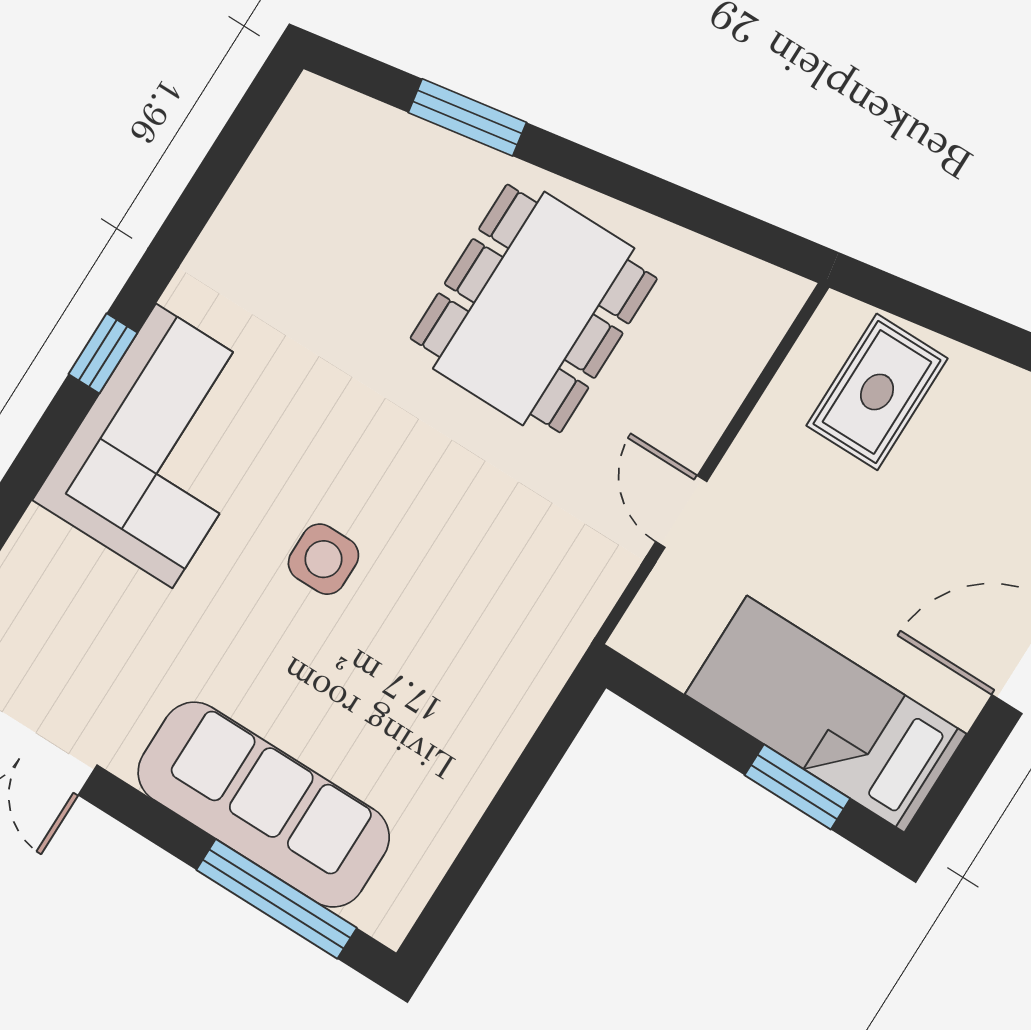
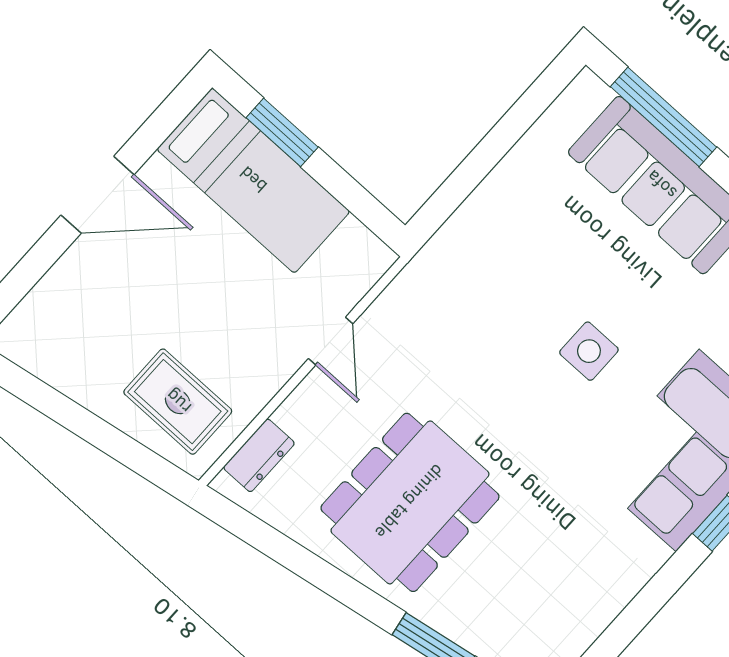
dresser: (753, 337) -> (259, 455), added
rug: (877, 392) -> (178, 402), turned 90

